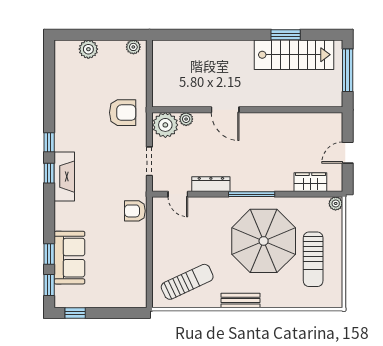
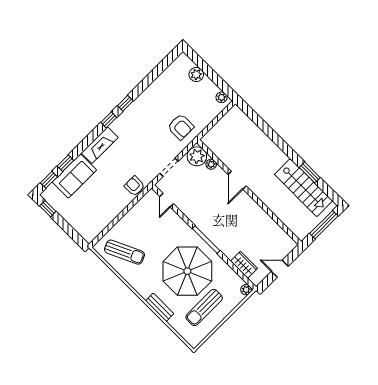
fireplace: (64, 177) -> (100, 145), moved
dresser: (211, 184) -> (190, 212), removed
bench: (241, 301) -> (160, 307), moved

